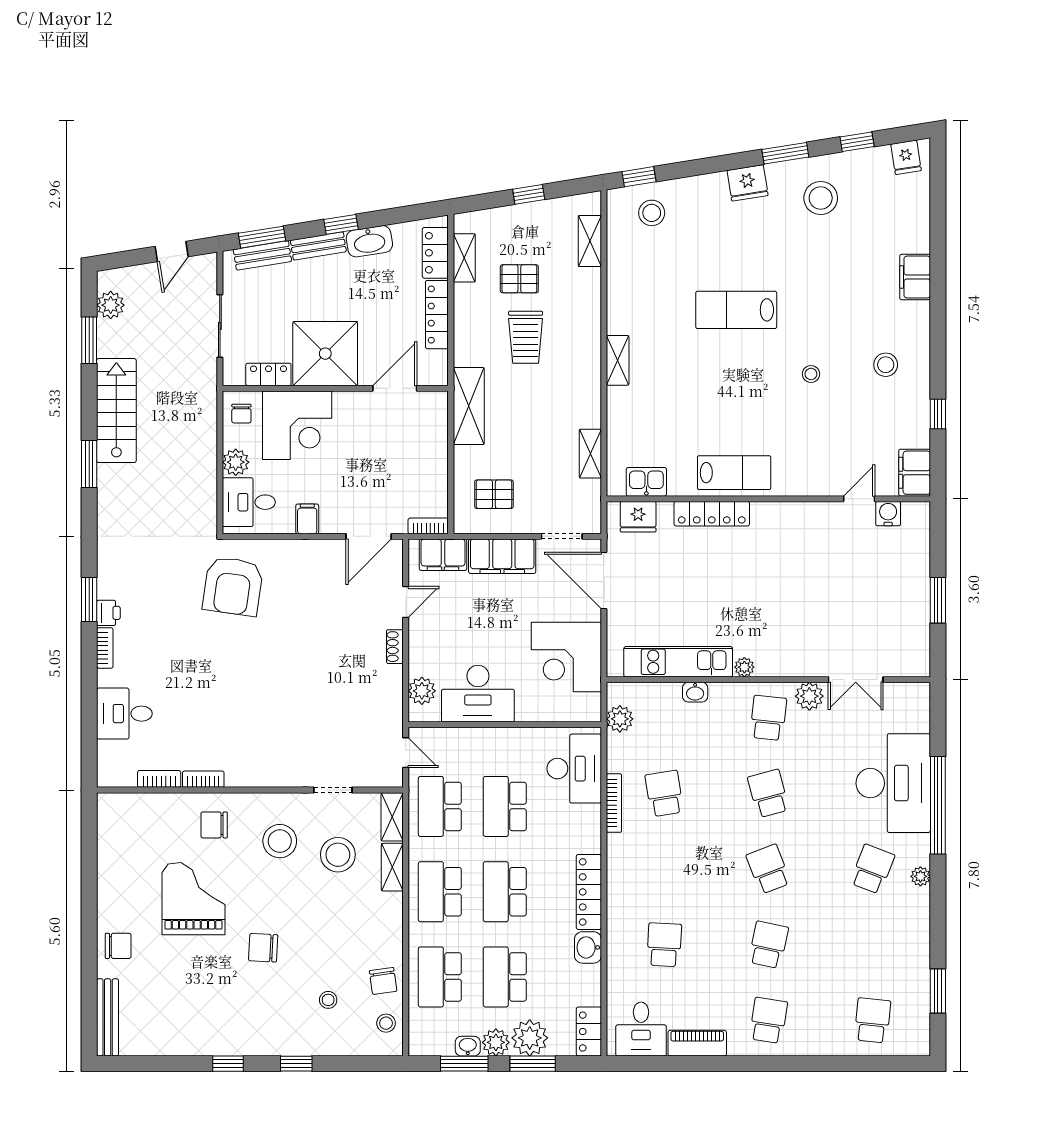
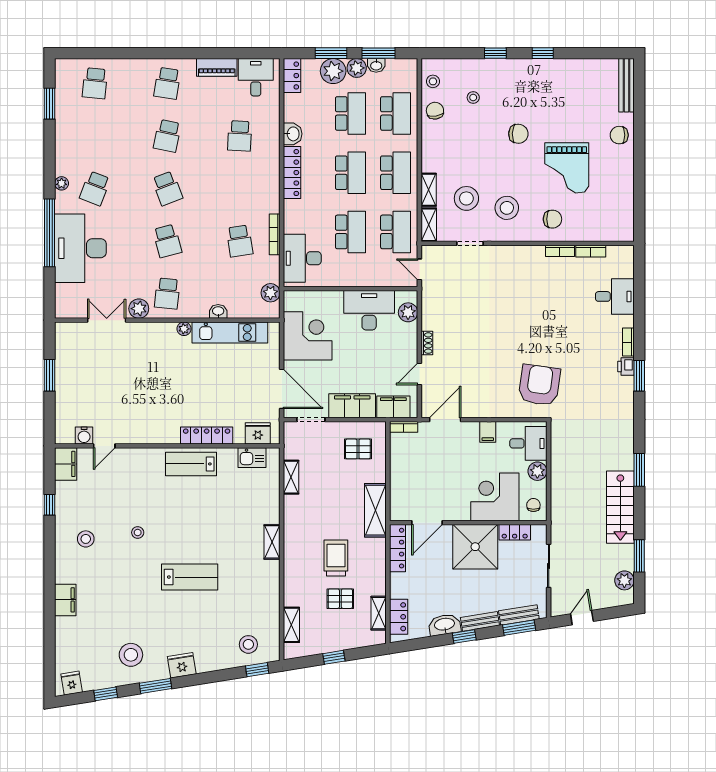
locker: (437, 315) -> (398, 548), moved

